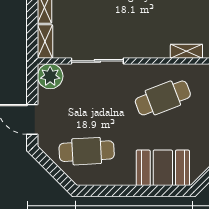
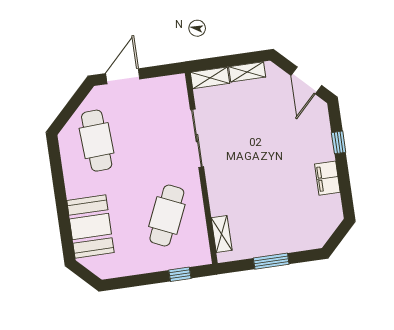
plant: (50, 76) -> (173, 89), removed
cafe table: (163, 98) -> (167, 216), turned 45

